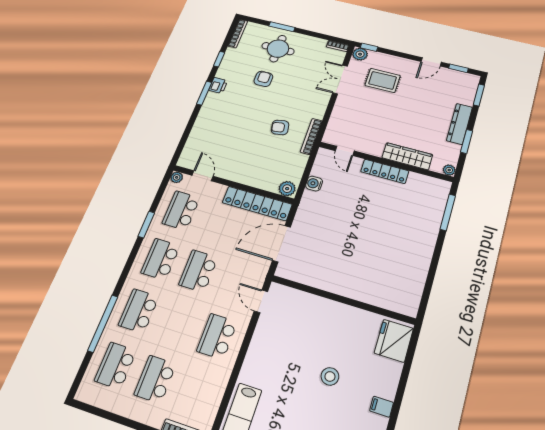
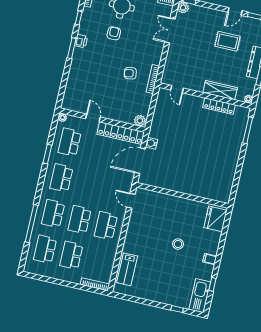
rug: (383, 80) -> (228, 41), moved
locker: (385, 171) -> (219, 106), moved
door: (203, 176) -> (93, 118), moved
water cooler: (314, 184) -> (152, 143), moved
school desk: (198, 271) -> (80, 220), moved

